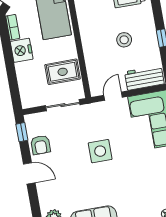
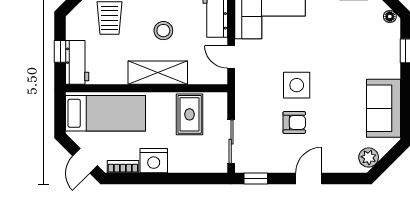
shelving: (91, 41) -> (158, 73), added
sliding door: (63, 105) -> (231, 142), moved
armchair: (41, 145) -> (294, 122), moved

